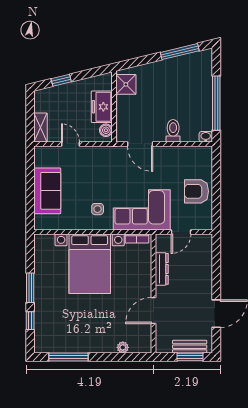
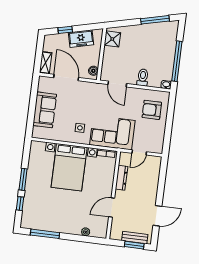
freezer: (102, 107) -> (81, 39), moved, turned -104
door: (70, 144) -> (66, 78), width x1.87
armchair: (196, 191) -> (152, 110), moved

